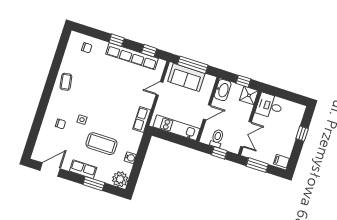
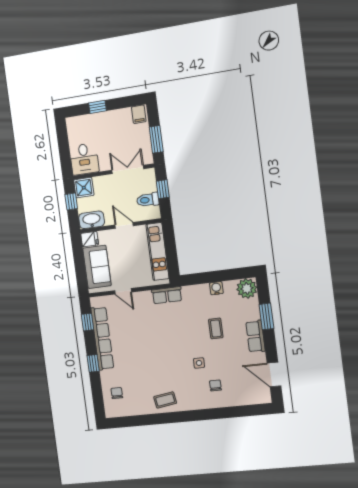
window: (193, 65) -> (80, 266), removed
fridge: (209, 82) -> (90, 239), added
coffee table: (102, 144) -> (216, 328), width x0.54, depth x0.58

